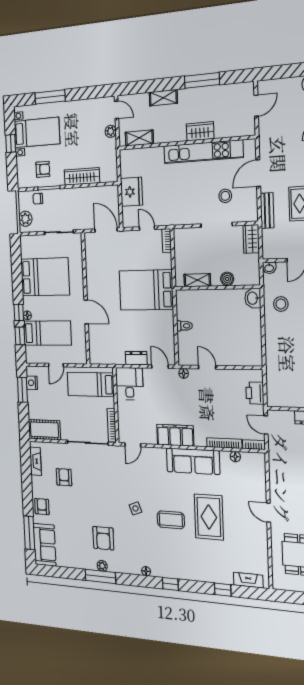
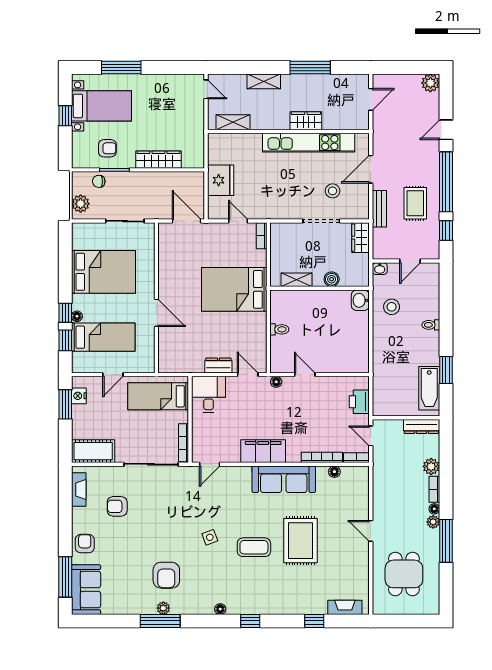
plant: (111, 131) -> (198, 112), removed
armchair: (64, 477) -> (117, 506), turned -90

